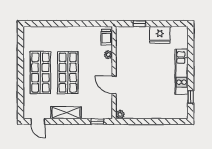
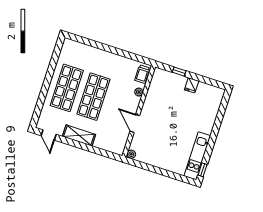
fridge: (160, 35) -> (192, 85), width x0.53, depth x0.75
kitchen unit: (182, 72) -> (197, 156), moved
window: (191, 97) -> (203, 170), moved
window: (97, 121) -> (107, 154), removed

